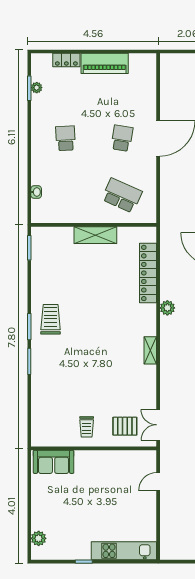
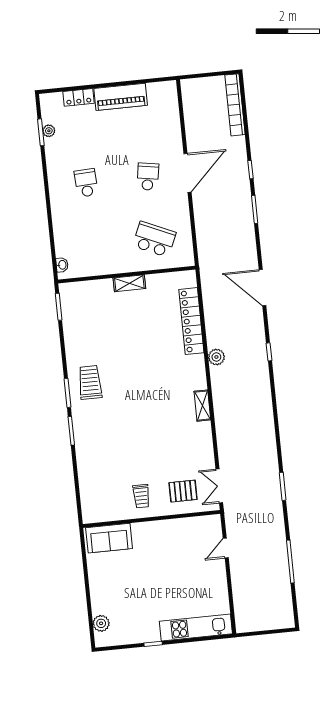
washbasin: (36, 192) -> (62, 265), moved
shelving: (95, 235) -> (129, 283), width x0.67, depth x0.75

